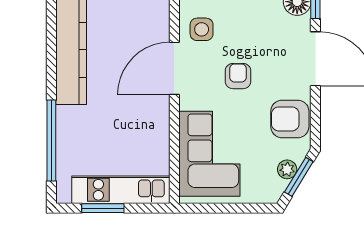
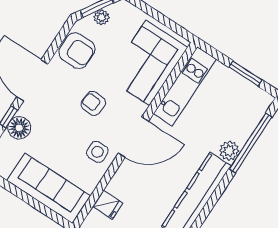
armchair: (238, 76) -> (93, 103), turned 94
plant: (68, 118) -> (229, 151), added
kitchen unit: (121, 190) -> (185, 86), moved, turned -90

